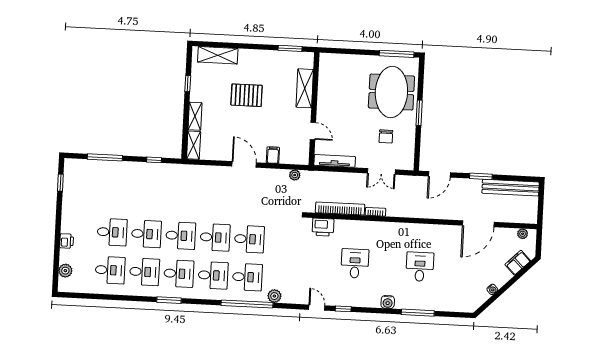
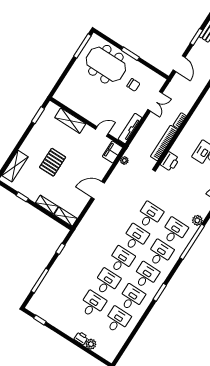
filing cabinet: (273, 155) -> (113, 152), moved, width x2.00
plant: (65, 271) -> (91, 344), moved

